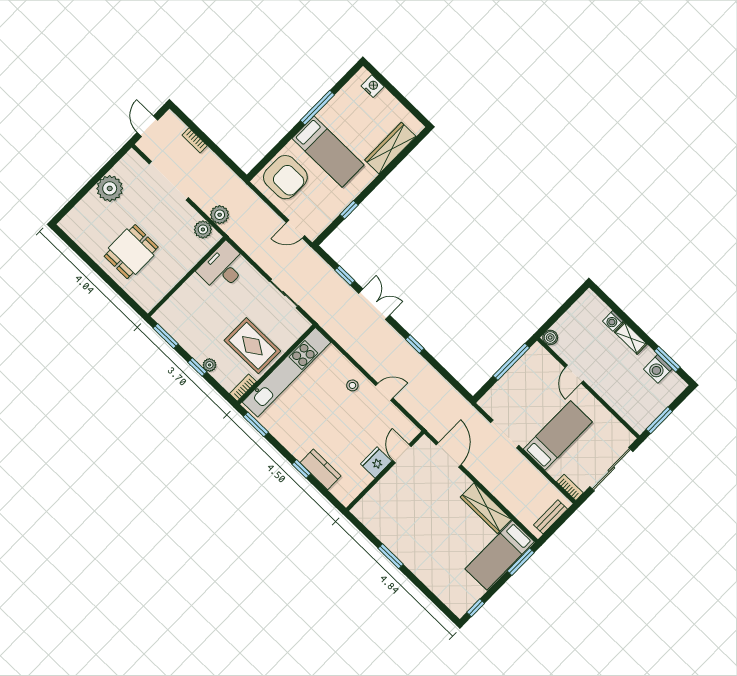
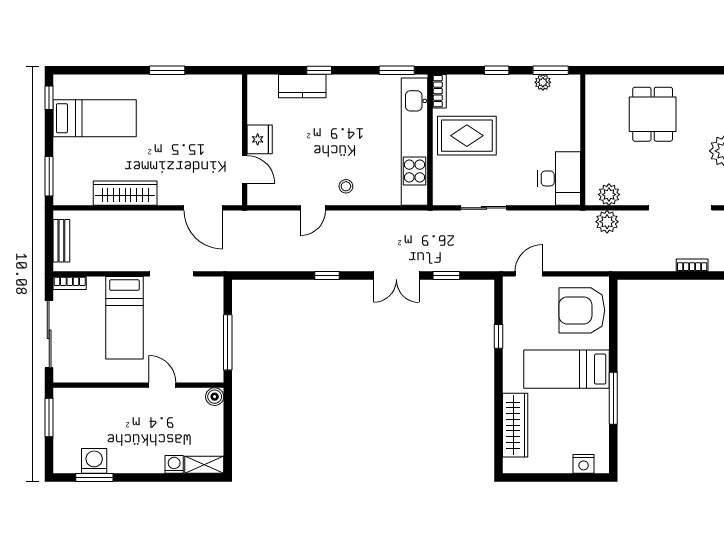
shelving: (631, 338) -> (204, 465), moved
plant: (209, 365) -> (543, 82), moved
bed: (500, 555) -> (95, 118), moved, turned 90

